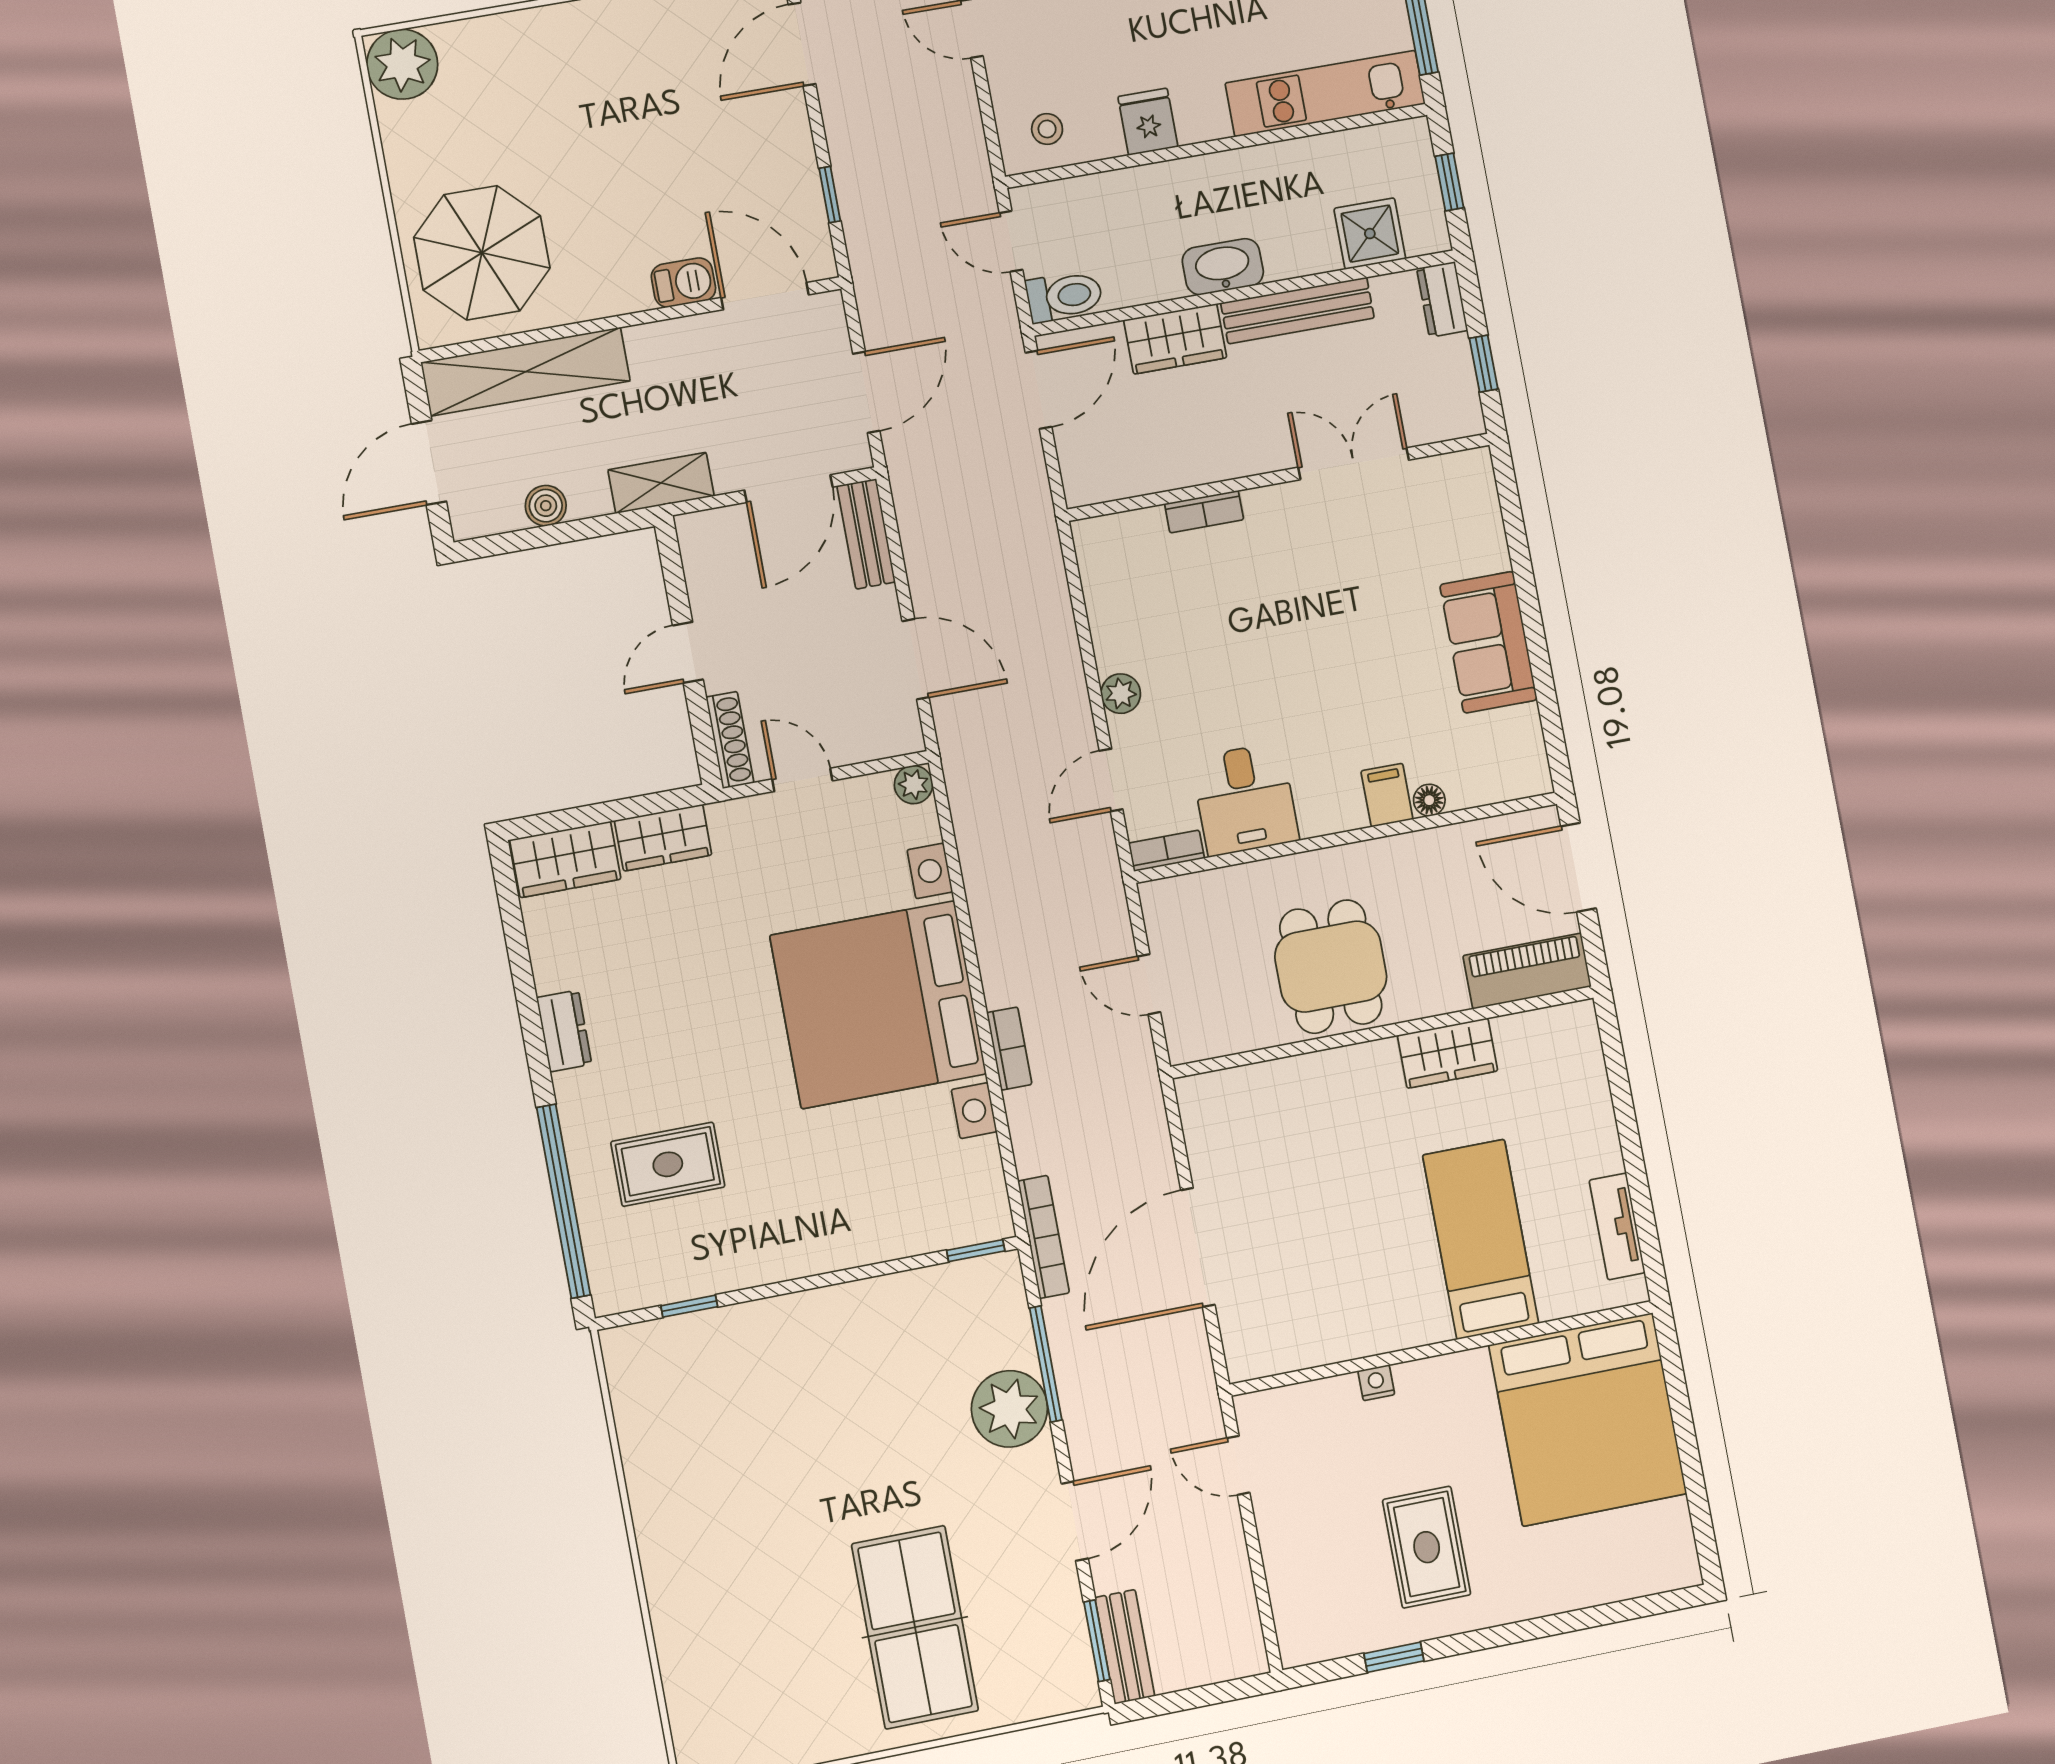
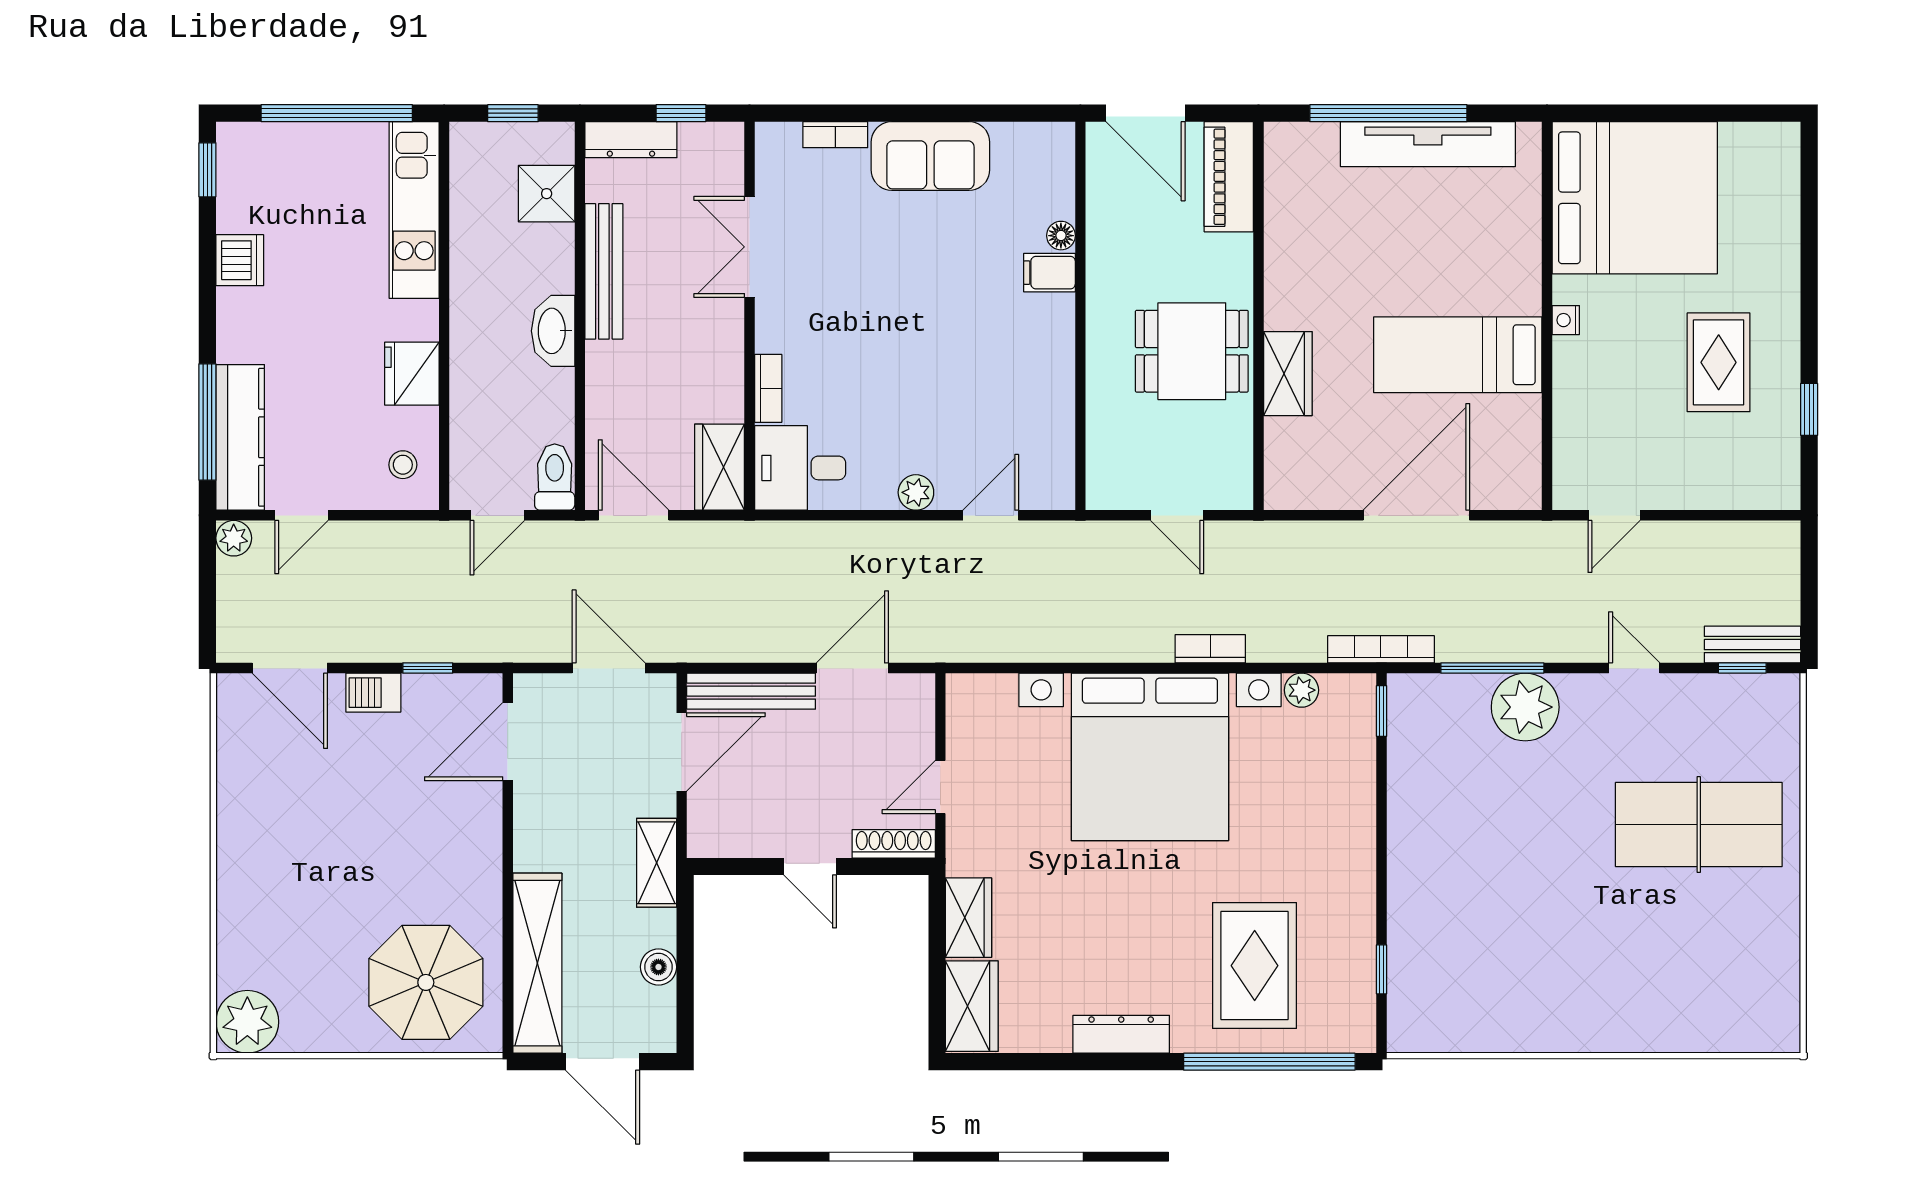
fridge: (1148, 122) -> (412, 374), width x1.38
barbecue: (683, 283) -> (373, 693), moved, turned -90
dresser: (1442, 299) -> (631, 140), width x1.44
wardrobe: (1175, 339) -> (719, 467), moved, turned 180
door: (789, 489) -> (682, 752), hinge flipped
bench: (866, 534) -> (751, 691), width x1.36
door: (1111, 780) -> (991, 515), swing flipped
plant: (914, 785) -> (1301, 690), moved
desk: (1245, 799) -> (800, 468), moved, turned 180
bookcase: (1167, 851) -> (835, 135), moved, turned -90
door: (1578, 867) -> (1145, 113), hinge flipped
door: (1149, 984) -> (1177, 515), hinge flipped
dresser: (564, 1031) -> (1121, 1034), width x1.44
wardrobe: (1447, 1053) -> (1288, 374), moved
window: (1628, 1132) -> (1388, 113), added
rug: (668, 1164) -> (1255, 966), width x1.36, depth x1.43
tv unit: (1617, 1226) -> (1428, 144), width x1.92, depth x1.29
bed: (1481, 1239) -> (1458, 355), moved
door: (1198, 1247) -> (1416, 515), swing flipped
nightstand: (1376, 1383) -> (1566, 320), moved
door: (1075, 1521) -> (1634, 668), width x0.73
rug: (1427, 1547) -> (1719, 362), turned 90
window: (1097, 1641) -> (1742, 668), width x0.67

